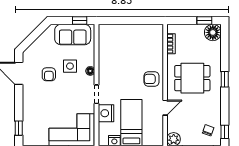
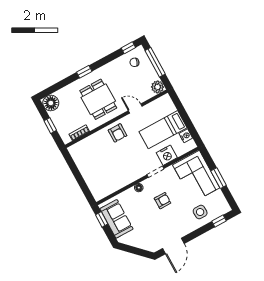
window: (204, 21) -> (50, 126), moved
side table: (70, 66) -> (200, 212), moved
armchair: (49, 74) -> (163, 201), moved

